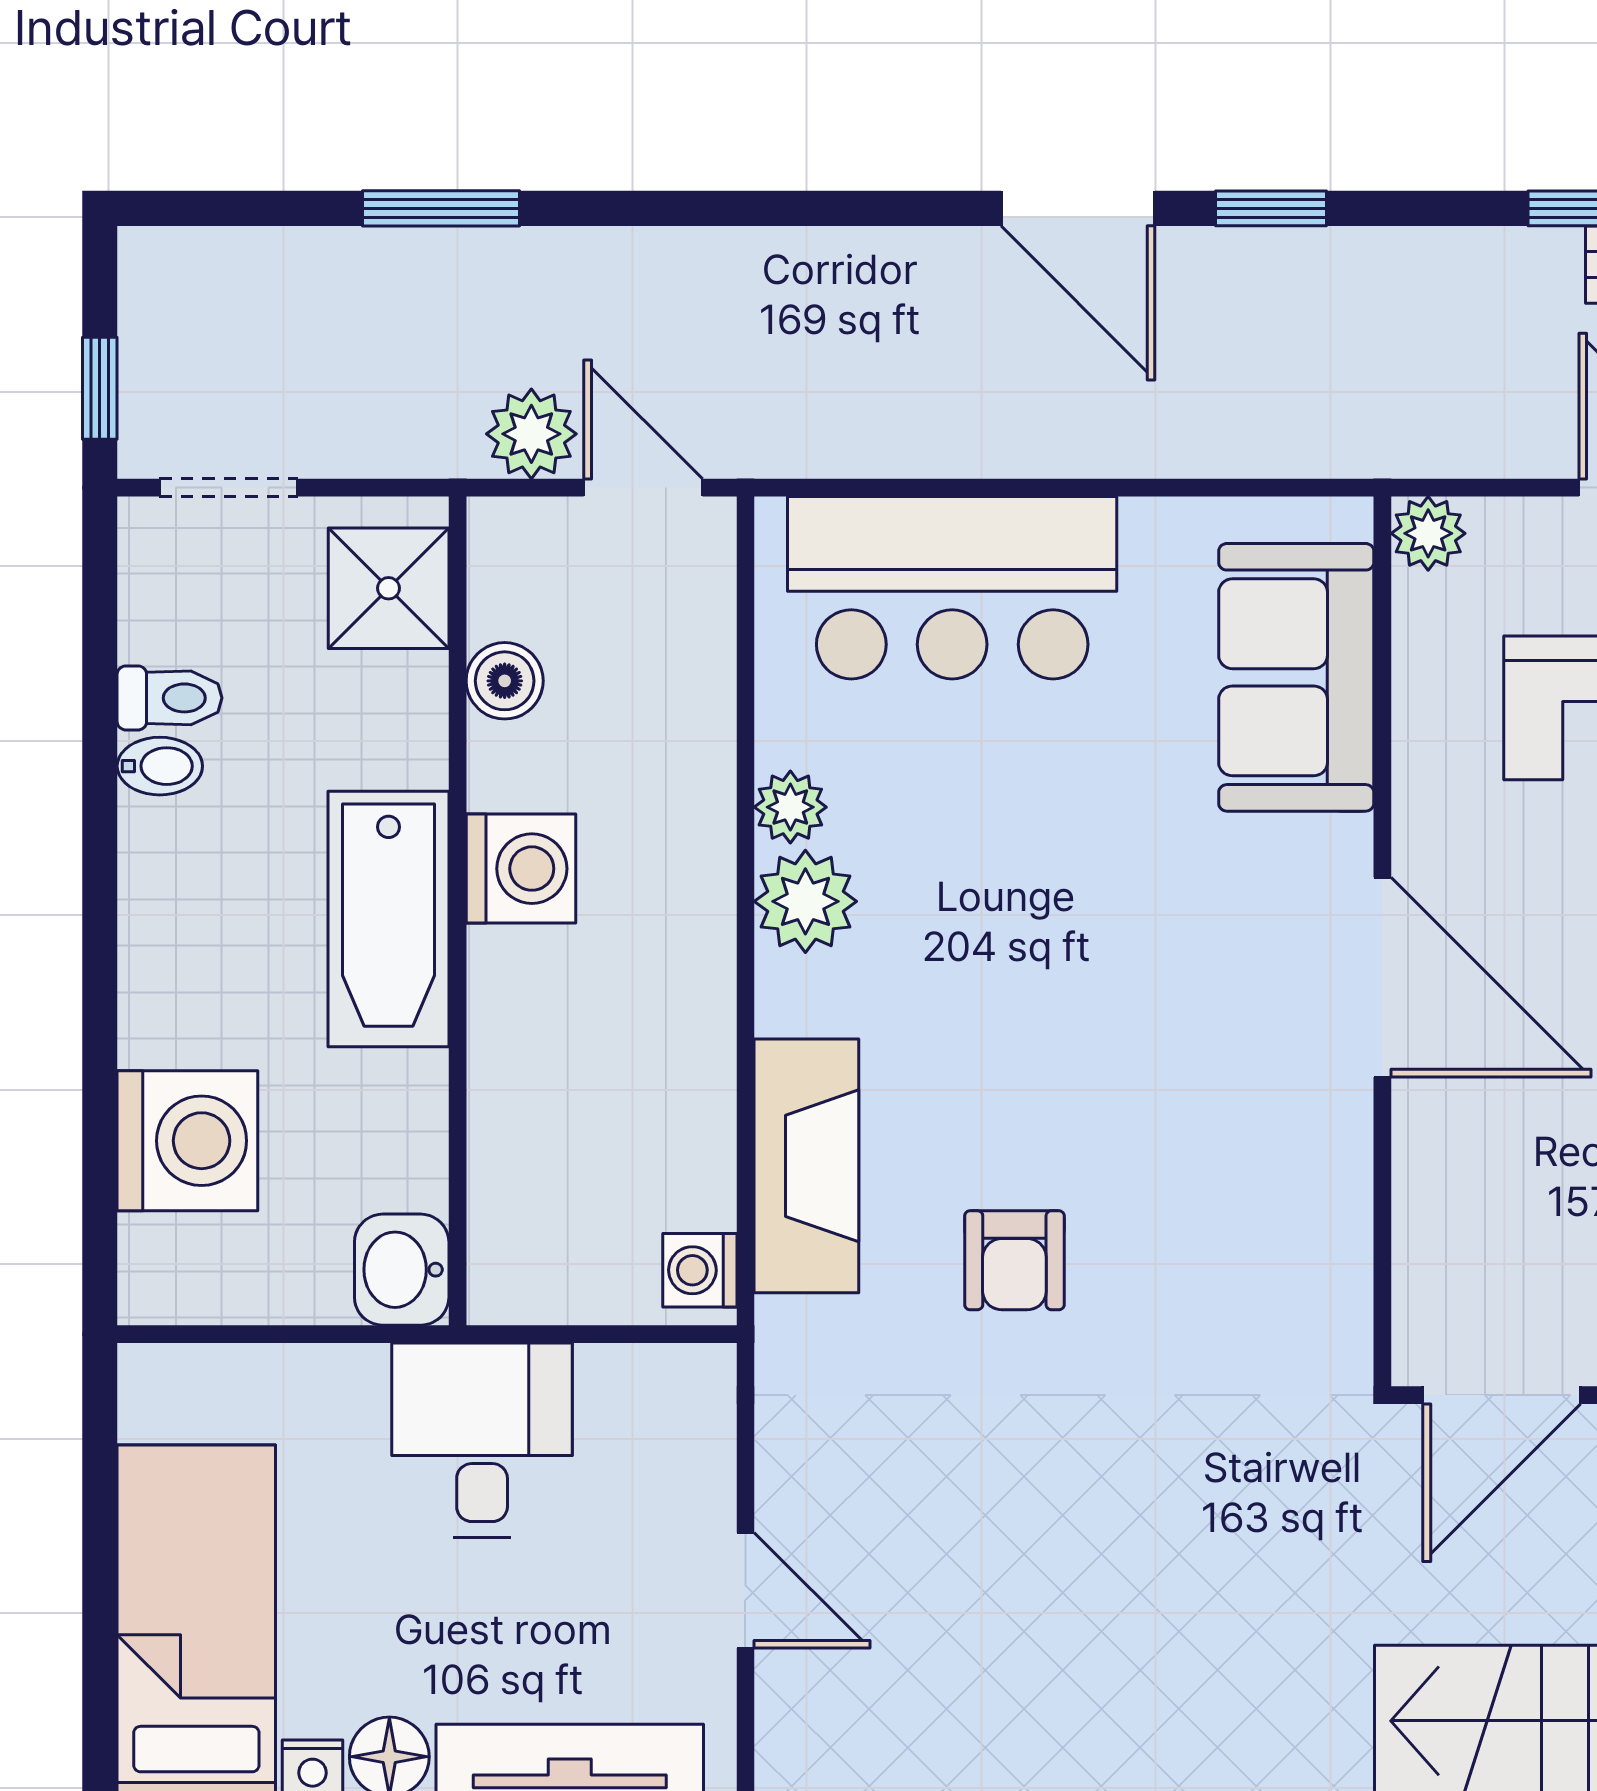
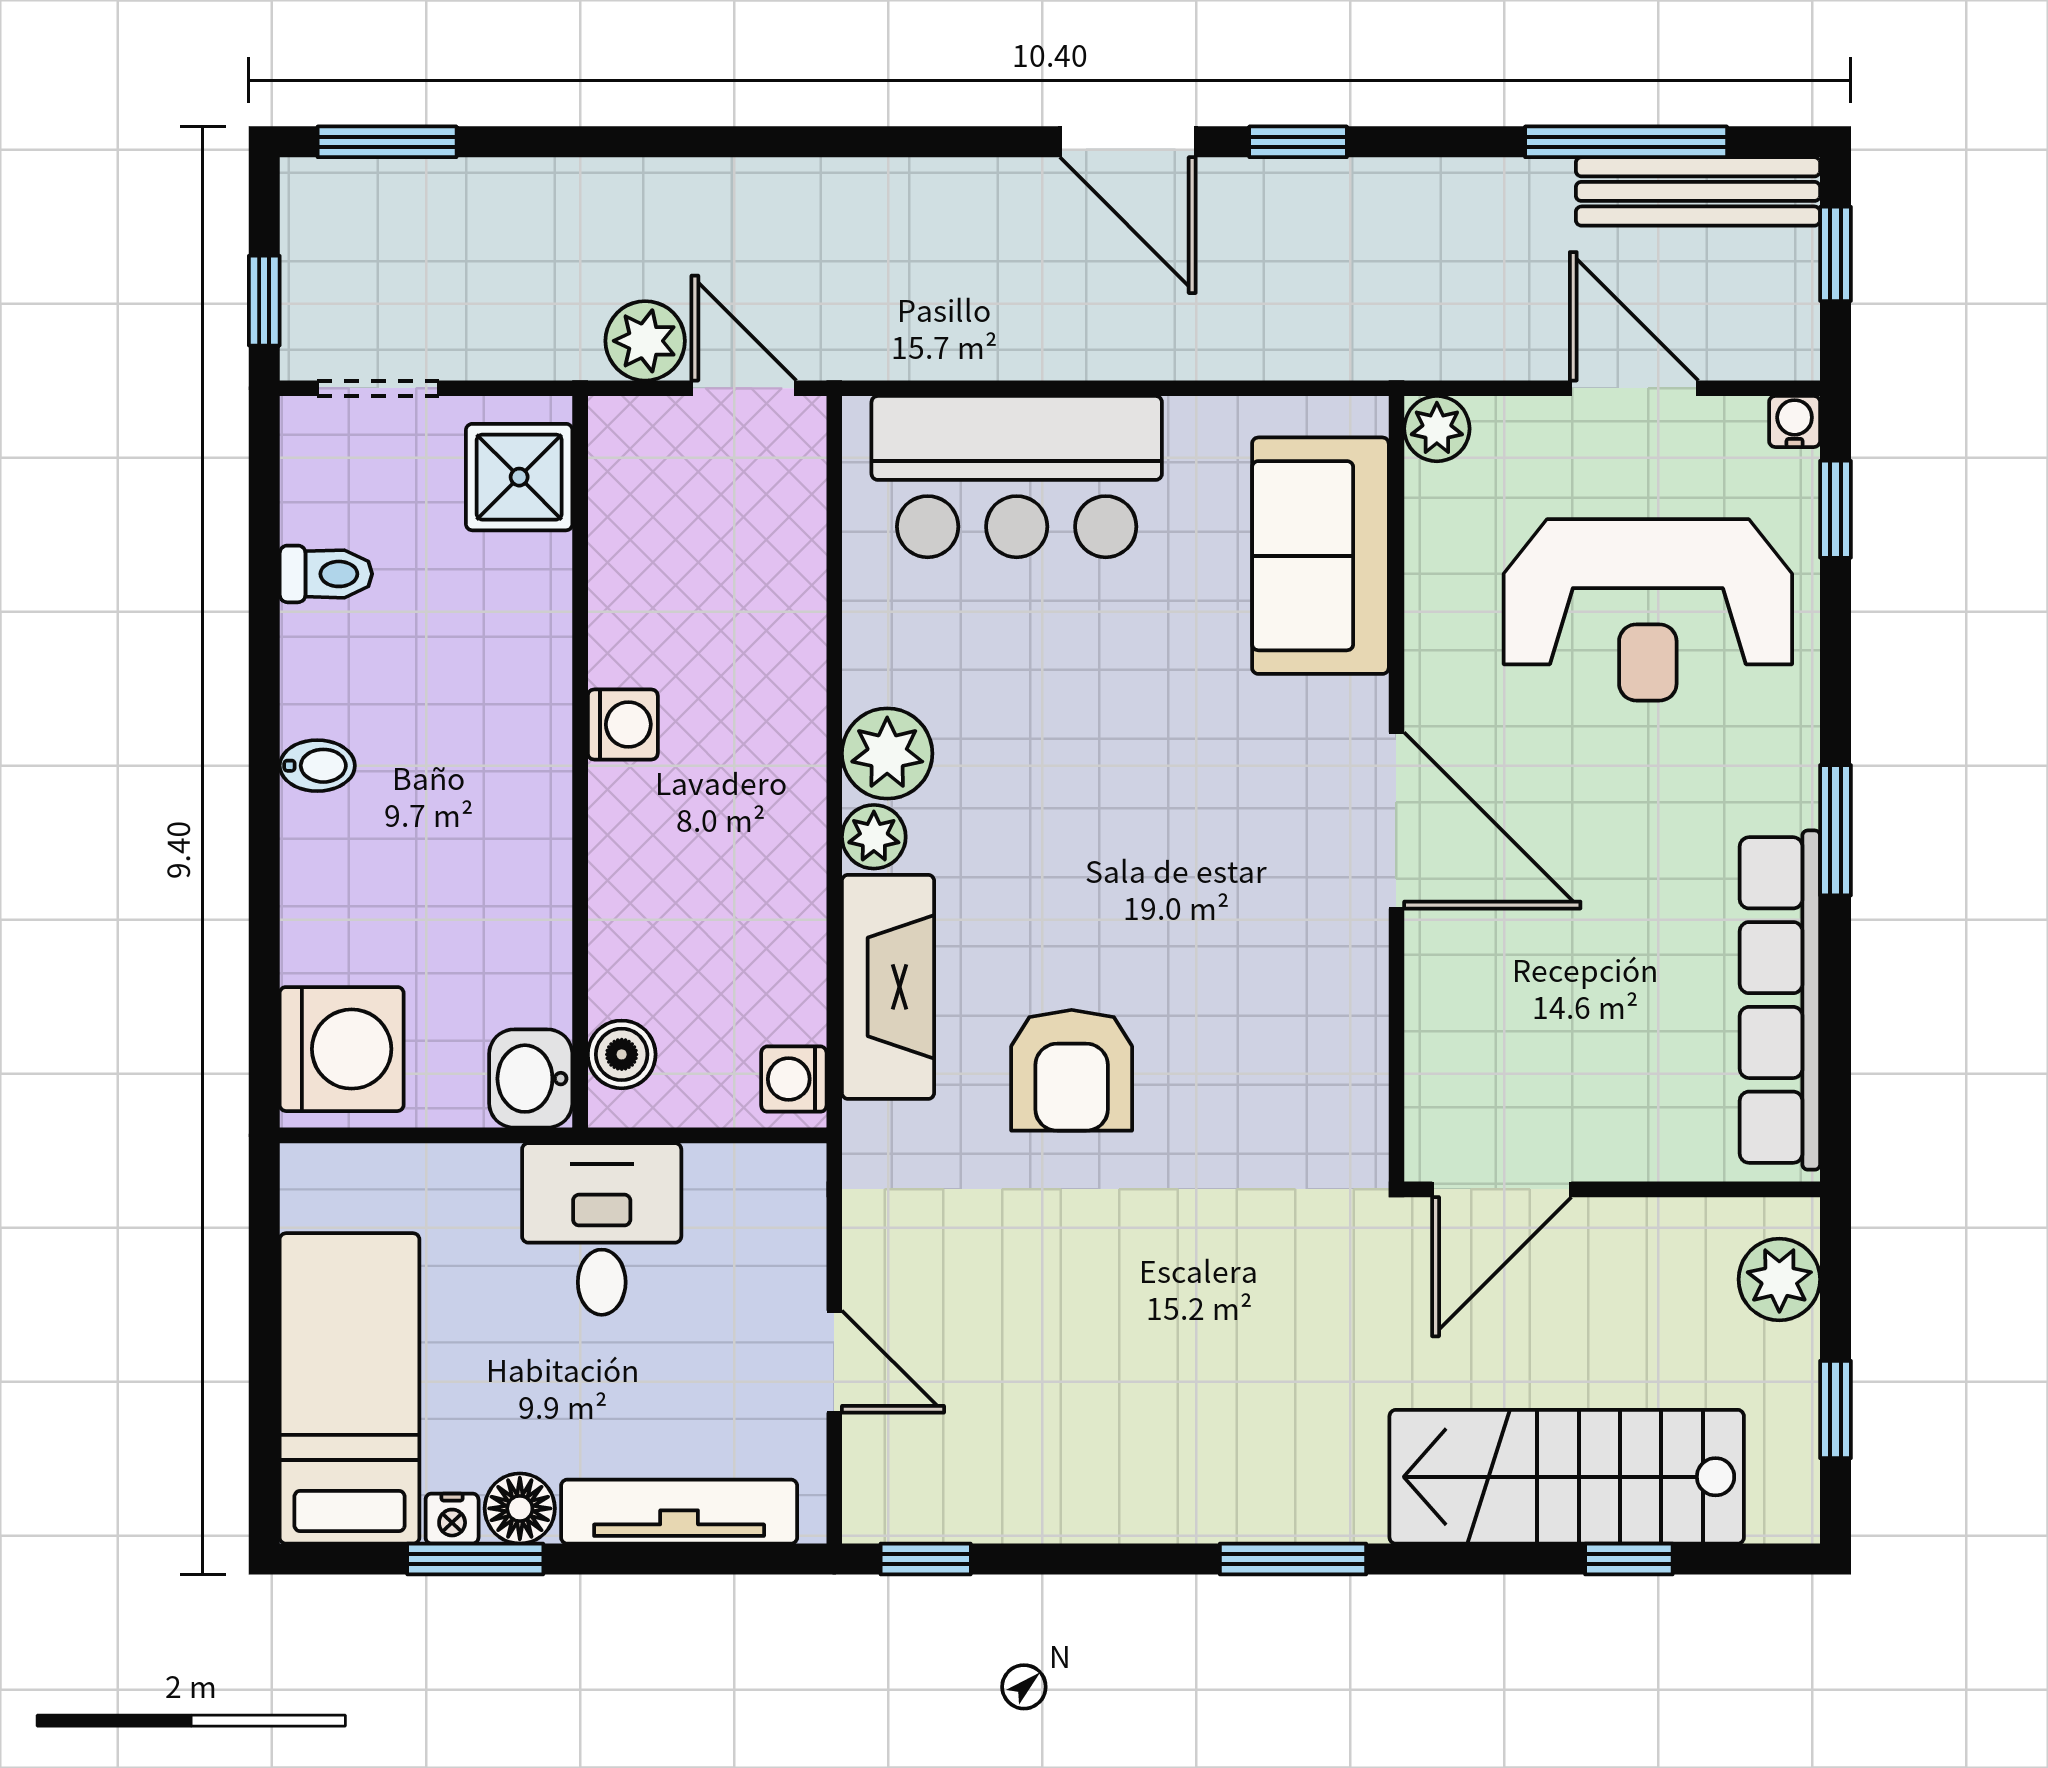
window: (441, 208) -> (387, 142), moved
boiler: (505, 681) -> (622, 1054), moved
bidet: (160, 766) -> (317, 766), moved
plant: (790, 807) -> (874, 837), moved
washing machine: (521, 869) -> (623, 724), width x0.73, depth x0.73
bathtub: (389, 919) -> (519, 769), removed
washing machine: (187, 1141) -> (342, 1049), moved
armchair: (1014, 1260) -> (1072, 1070), width x1.38, depth x1.38

